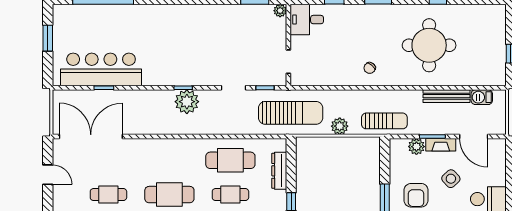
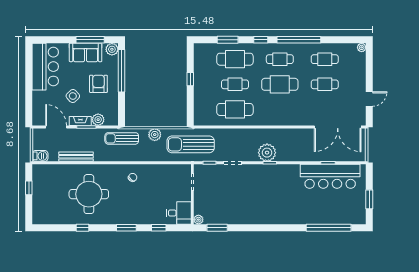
barbecue: (482, 97) -> (40, 156), moved
dresser: (279, 171) -> (199, 102), removed
door: (48, 175) -> (369, 99), swing flipped

